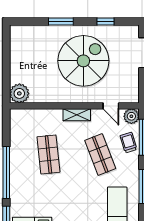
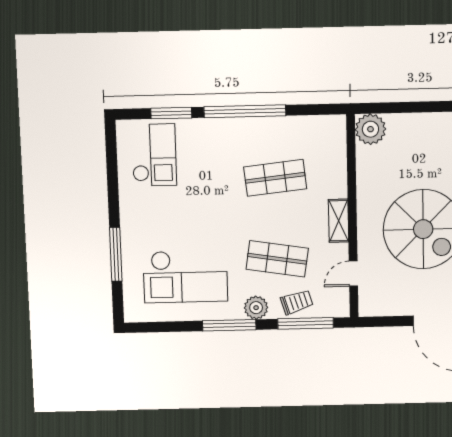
plant: (131, 116) -> (256, 308), moved
shop shelf: (100, 154) -> (277, 259), turned 30

